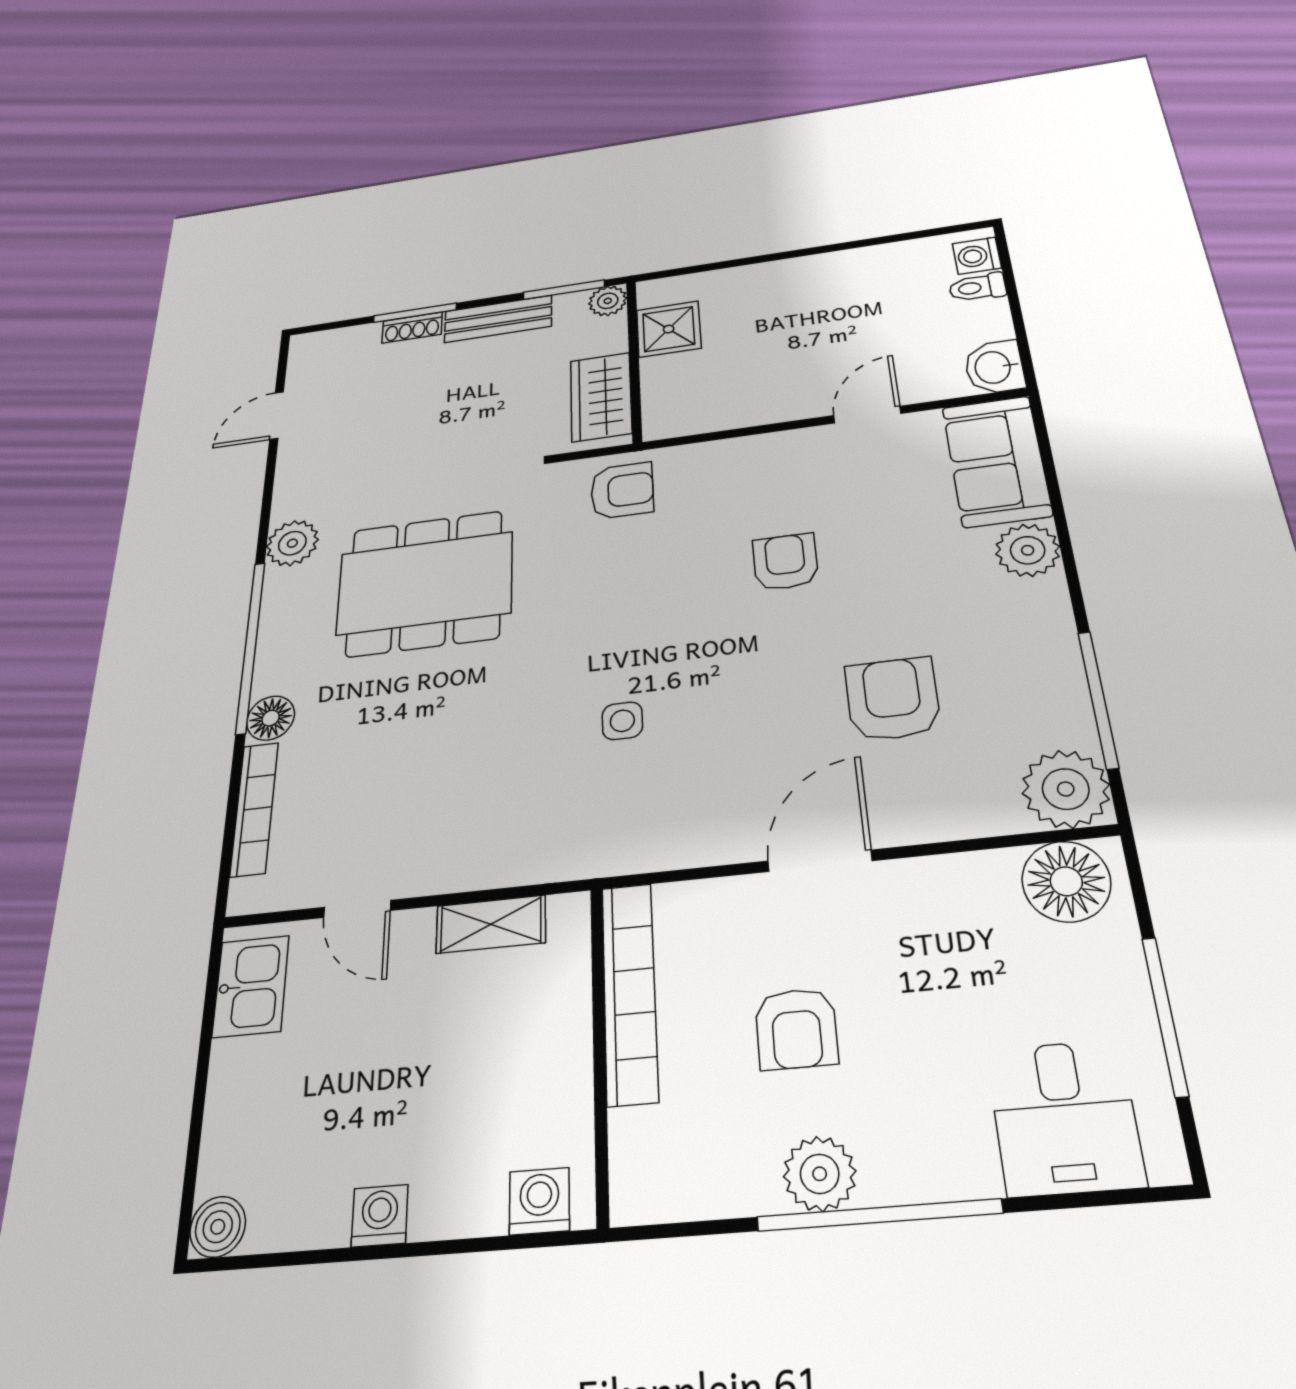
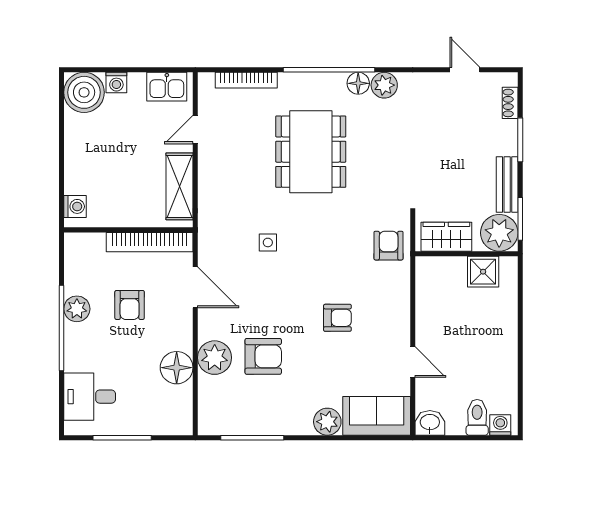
toilet: (977, 287) -> (477, 417), width x1.37, depth x1.39
plant: (608, 301) -> (499, 233), width x1.88, depth x1.88
shoe rack: (412, 328) -> (510, 103), moved
armchair: (622, 491) -> (389, 246), turned 180
dining table: (425, 583) -> (311, 152), moved
floor lamp: (271, 718) -> (358, 83), moved
plant: (1066, 789) -> (215, 358), moved
door: (820, 861) -> (195, 287), moved
floor lamp: (1066, 881) -> (177, 368), moved
shelving: (491, 924) -> (179, 186), width x1.50, depth x1.33
armchair: (796, 1029) -> (130, 305), turned -90
washing machine: (380, 1216) -> (116, 83), moved, turned 90
boiler: (218, 1227) -> (84, 92), width x1.86, depth x1.86

